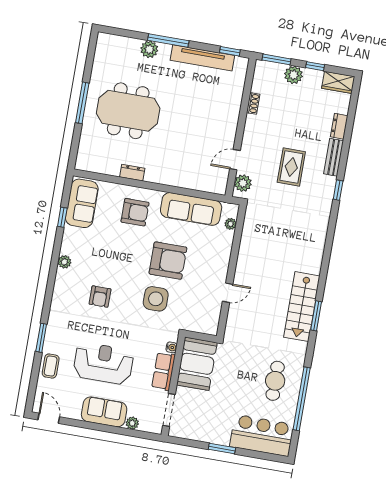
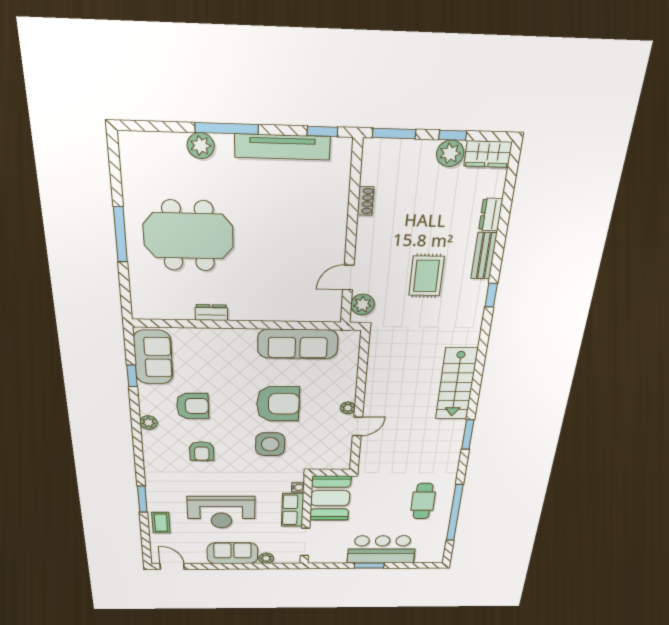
plant: (294, 75) -> (450, 153), moved
armchair: (135, 212) -> (192, 406), moved
plant: (231, 224) -> (348, 408), moved
stairs: (302, 307) -> (457, 384), moved
reception desk: (103, 363) -> (221, 512), turned 180
bar counter: (262, 435) -> (382, 549), moved

